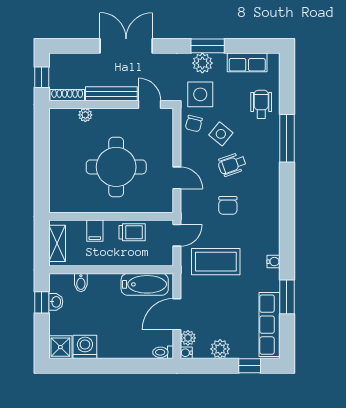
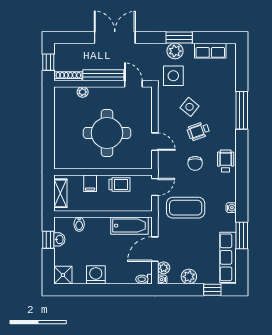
wheelchair: (261, 104) -> (226, 161), moved
chair: (194, 124) -> (168, 99), removed
washing machine: (85, 347) -> (96, 275), moved

